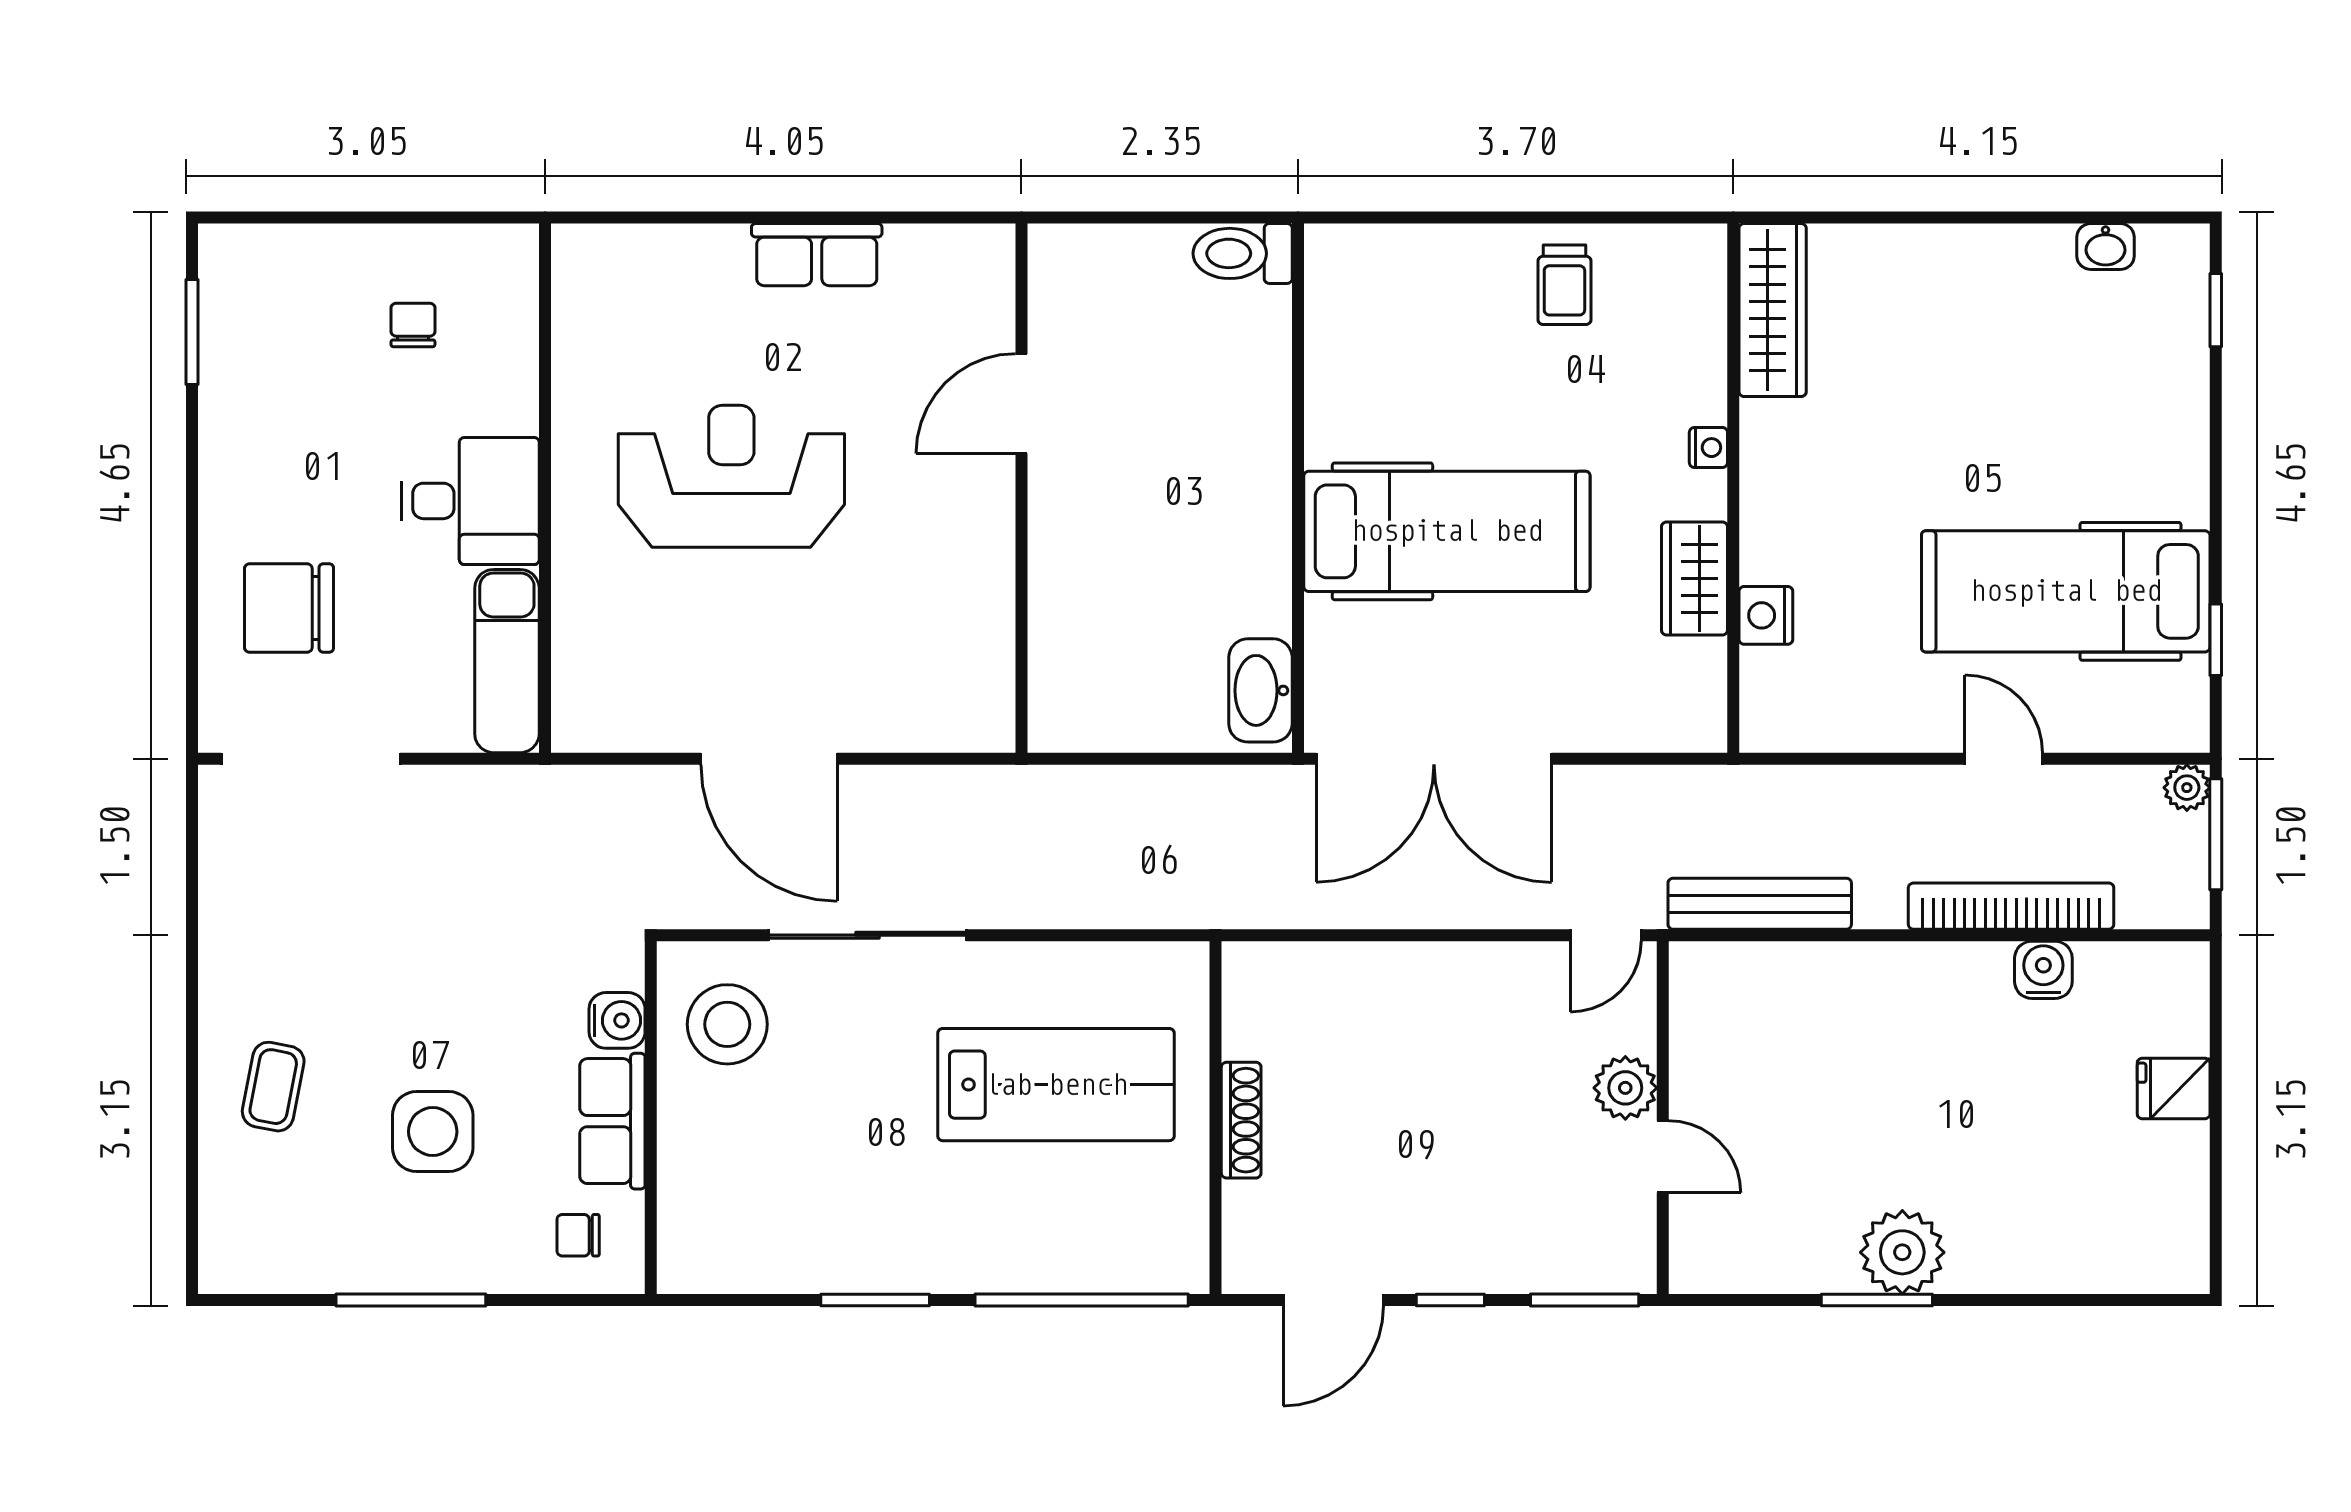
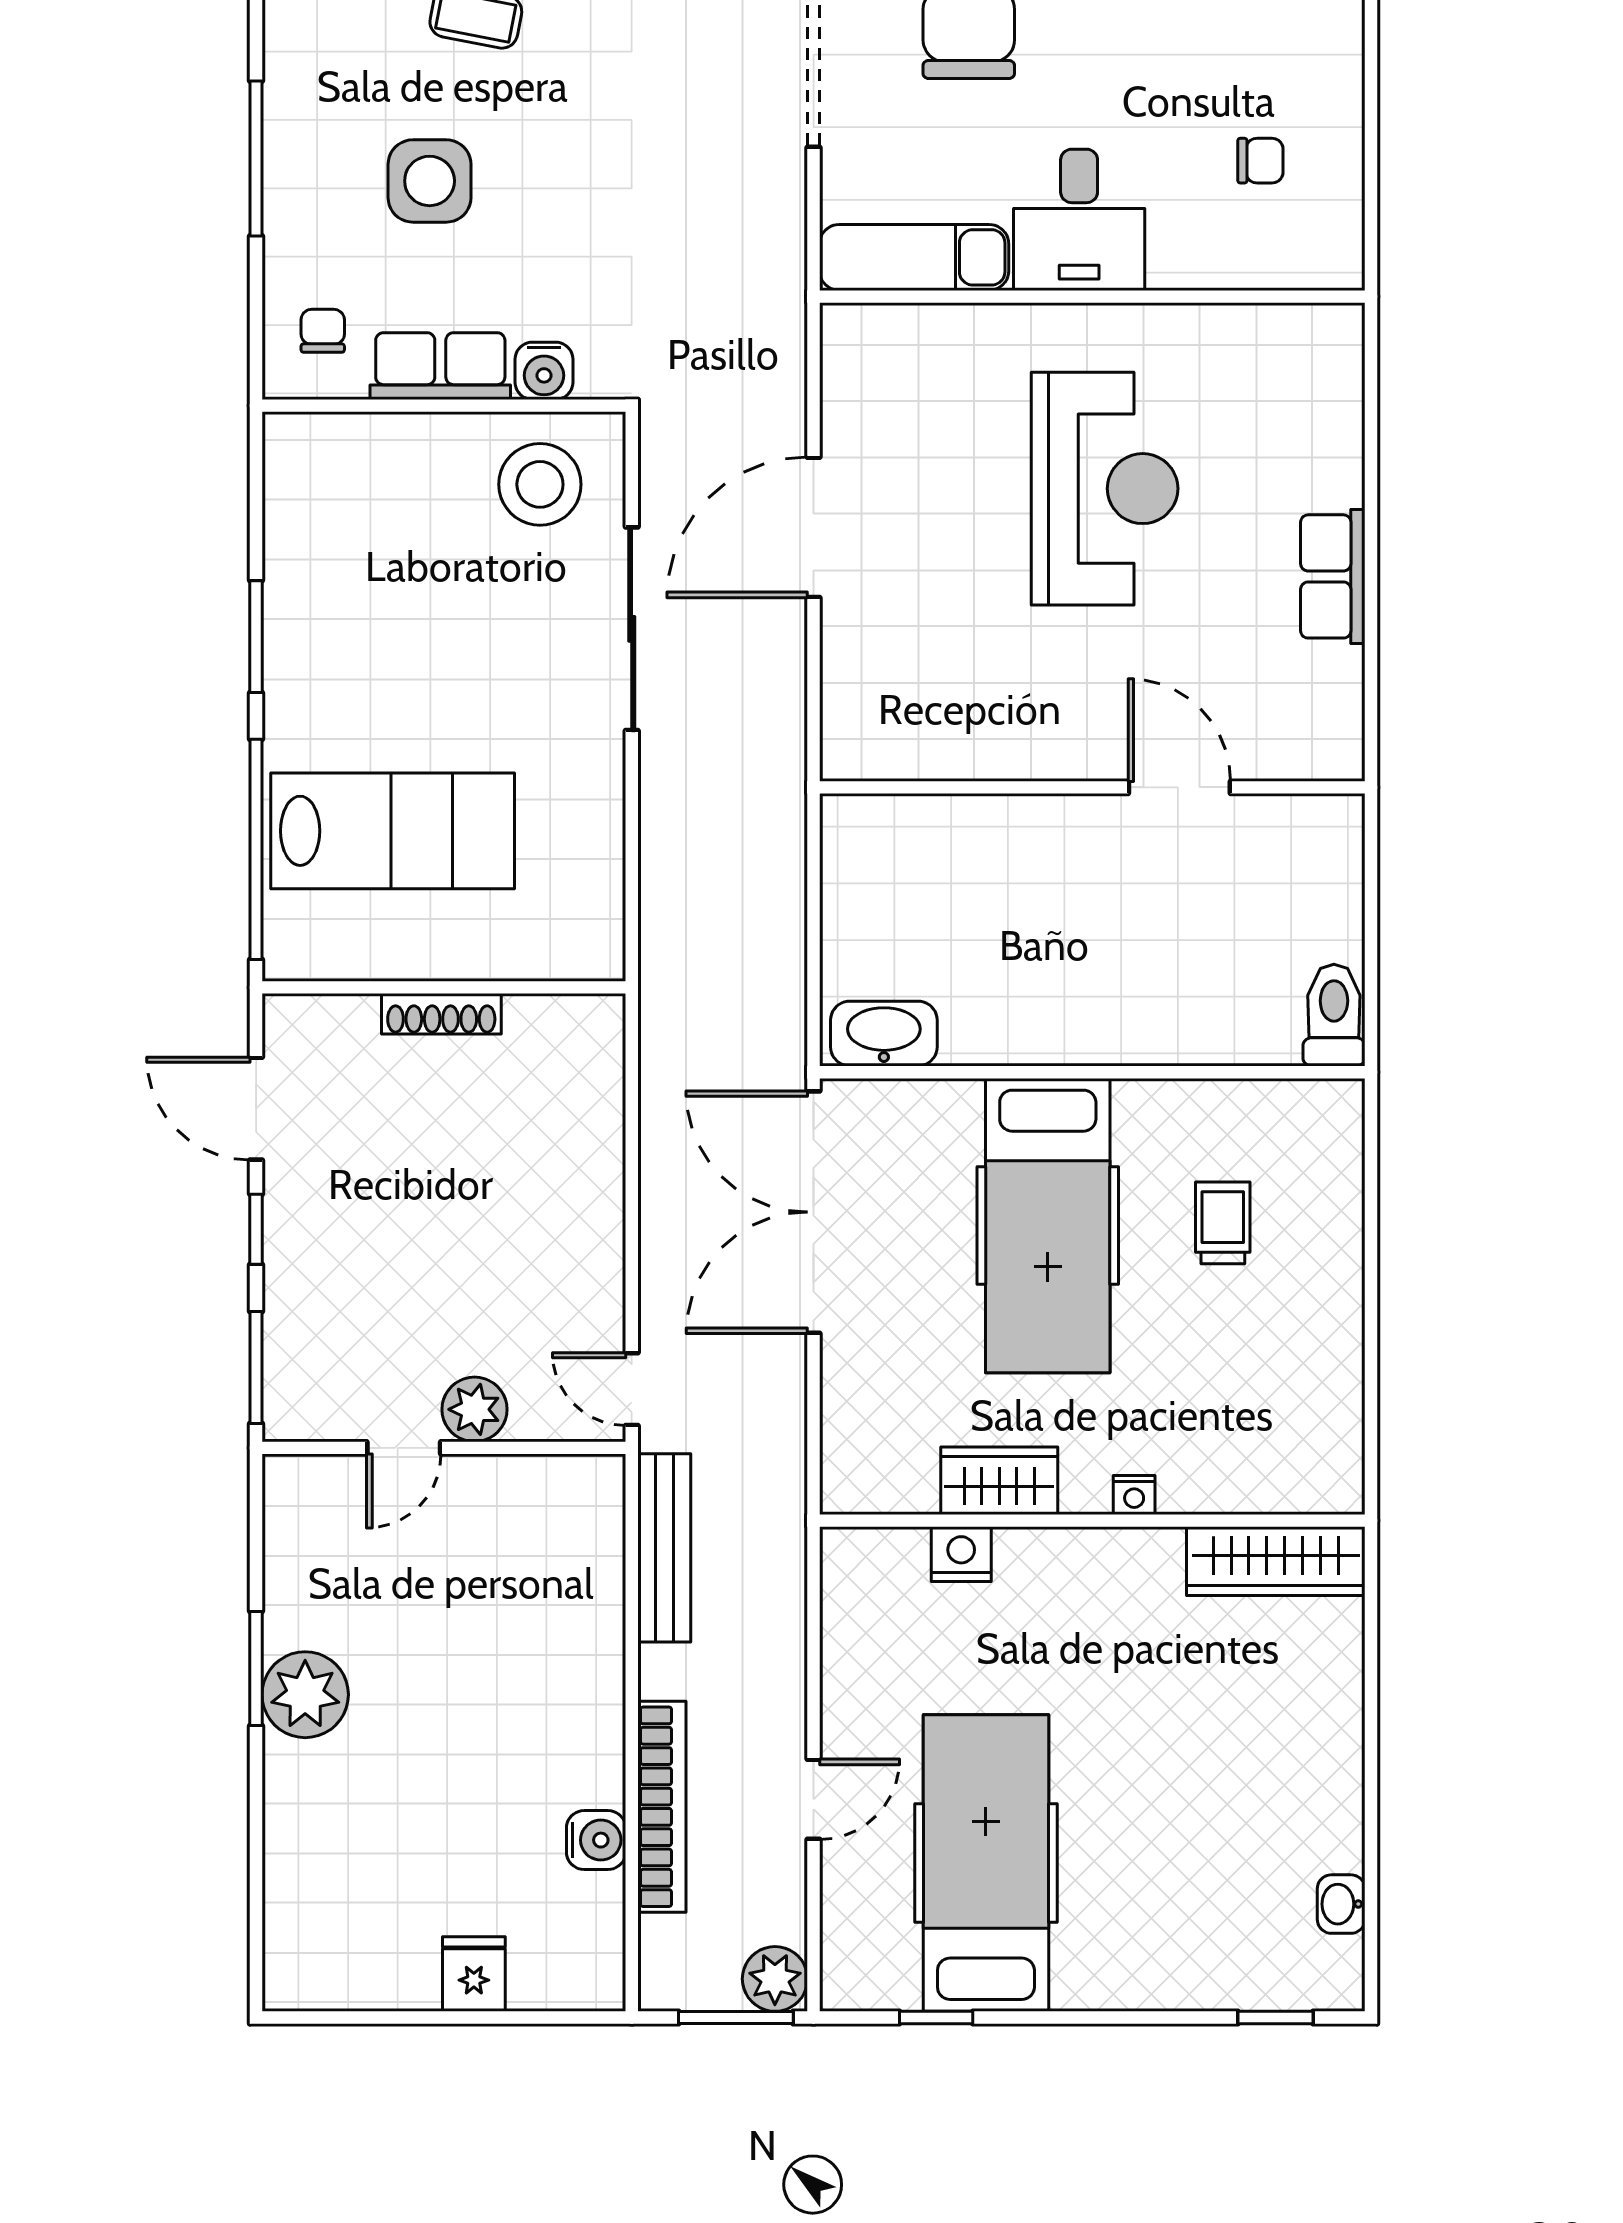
trolley: (1564, 285) -> (1223, 1223), moved, turned 90
plant: (2187, 788) -> (775, 1979), width x1.38, depth x1.38
lab bench: (1056, 1085) -> (393, 831), moved, turned -90

